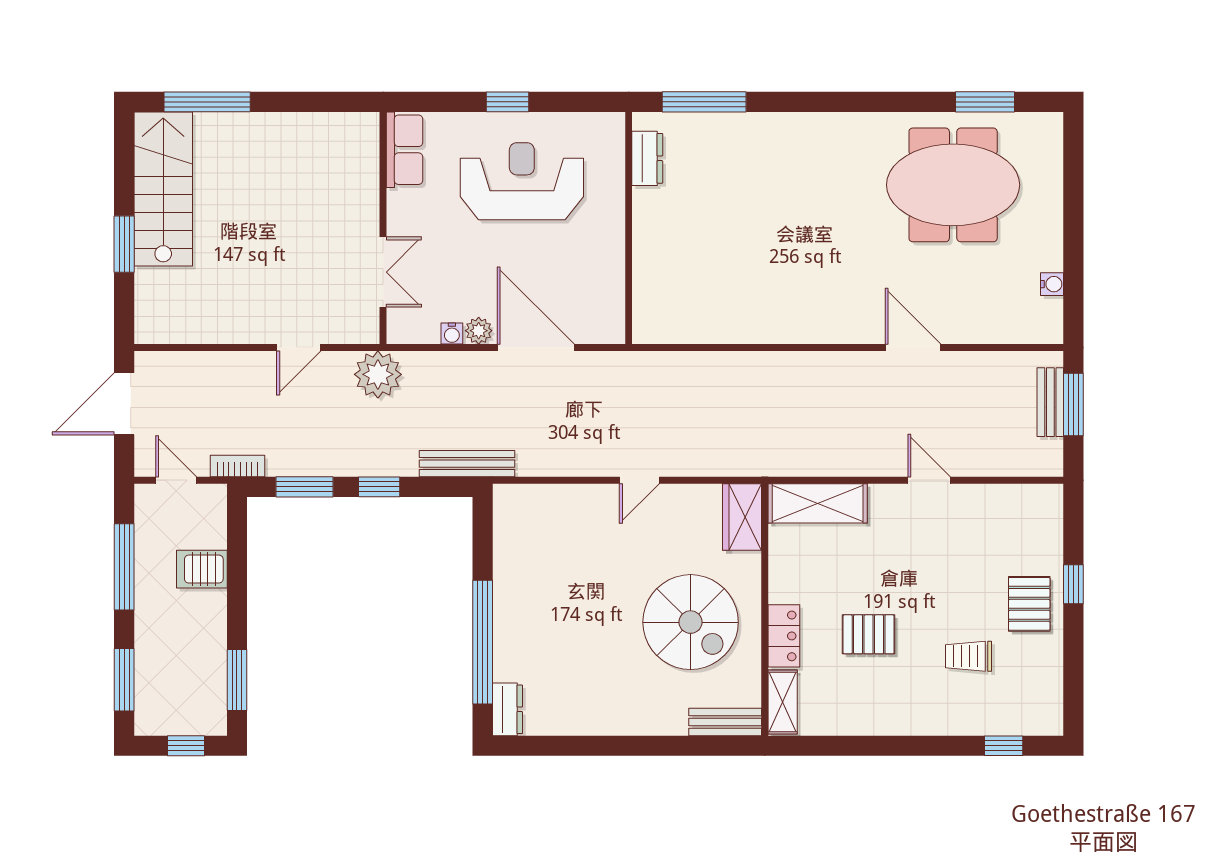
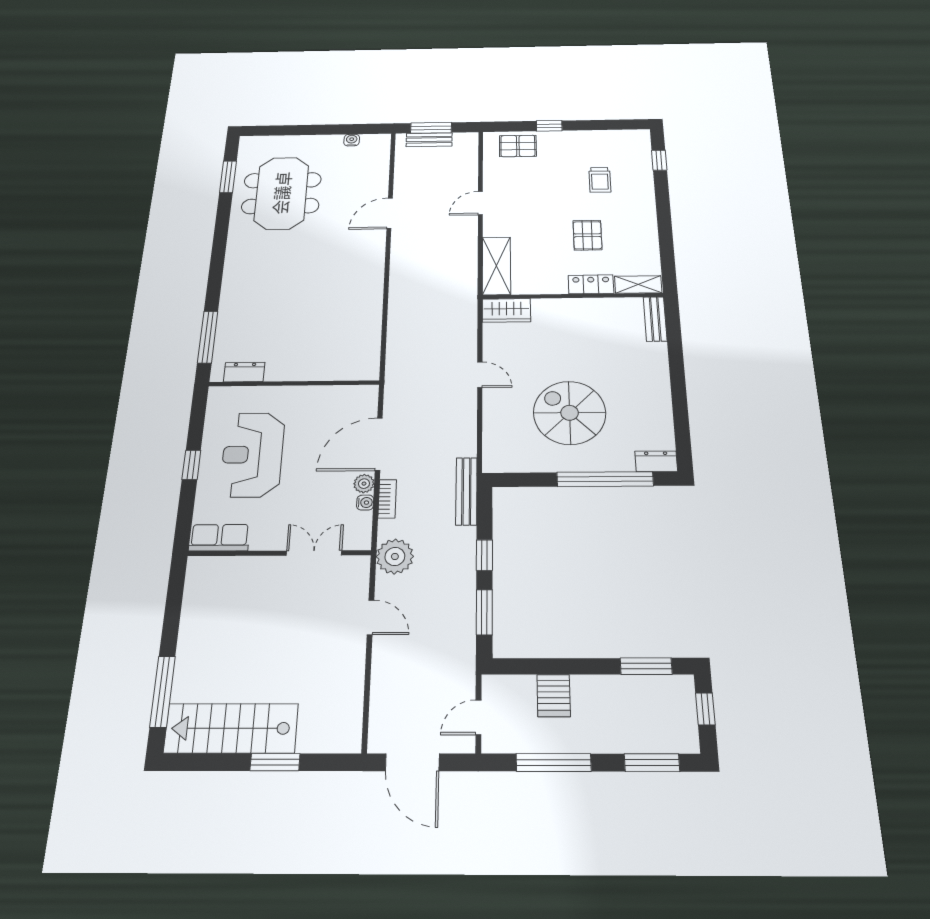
bookcase: (238, 466) -> (387, 499), moved, turned 180
pallet: (1029, 604) -> (518, 146), moved
spiral stairs: (691, 622) -> (570, 413), moved, turned -90

